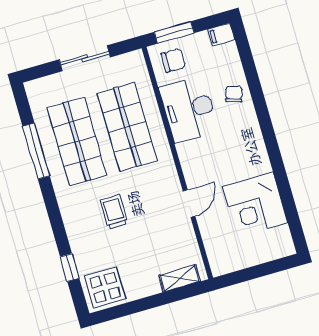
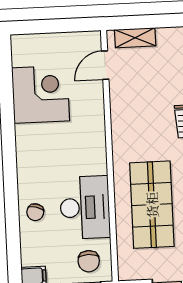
chair: (173, 60) -> (89, 261), turned -90
door: (189, 203) -> (105, 65), moved

